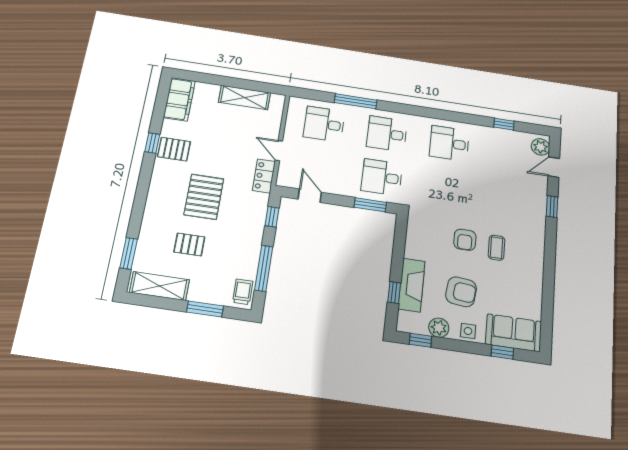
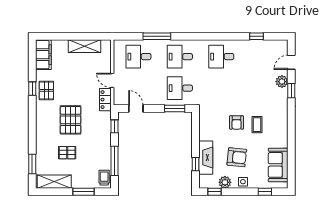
plant: (541, 147) -> (282, 82), moved
pallet: (174, 149) -> (46, 90), turned 90
sofa: (514, 333) -> (278, 165), moved, turned -90

